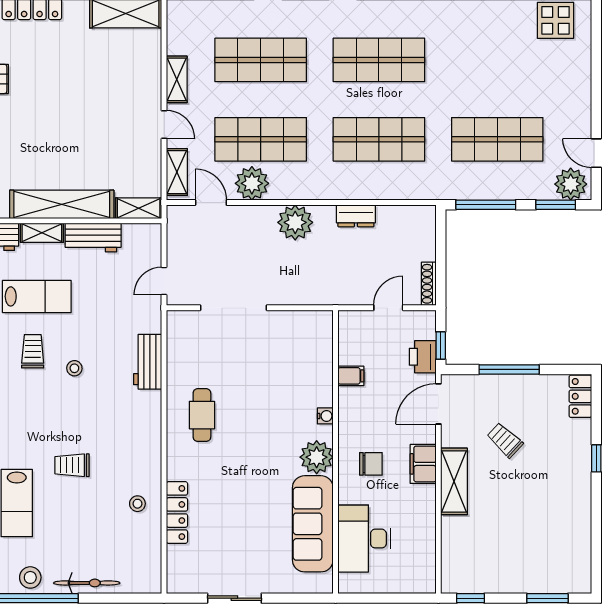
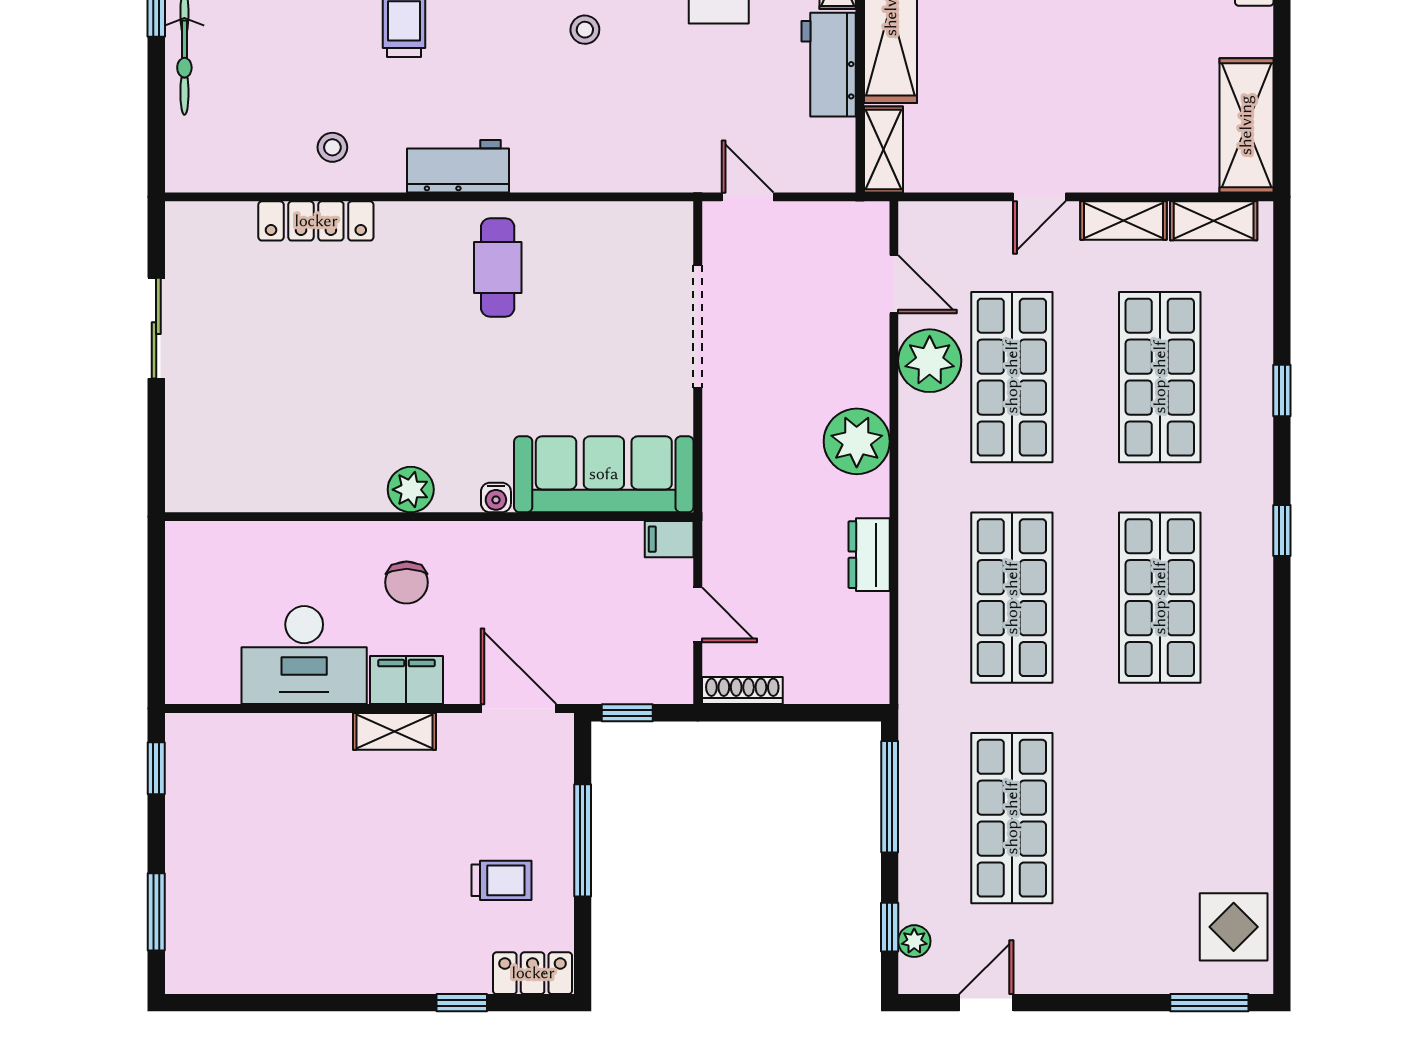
window: (596, 33) -> (1209, 1003), added
shelving: (177, 172) -> (1214, 221), moved
plant: (571, 184) -> (914, 941), width x0.53, depth x0.53
door: (211, 203) -> (894, 284), hinge flipped
window: (556, 205) -> (890, 927), width x0.67
printer: (423, 357) -> (606, 679), removed
workbench: (148, 362) -> (458, 166), moved
filing cabinet: (351, 376) -> (669, 539), moved, turned 90
cafe table: (202, 415) -> (498, 267), turned 90
trolley: (505, 440) -> (502, 880), moved, turned 47
plant: (317, 457) -> (411, 490), width x0.73, depth x0.73
window: (596, 458) -> (462, 1003), moved
shelving: (454, 481) -> (395, 731), width x0.67, depth x0.75
sofa: (313, 524) -> (604, 474), moved
desk: (364, 539) -> (304, 655), moved, turned 180

